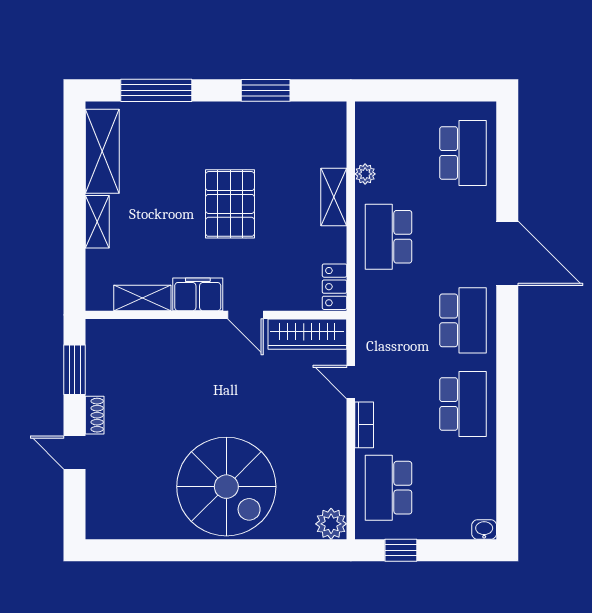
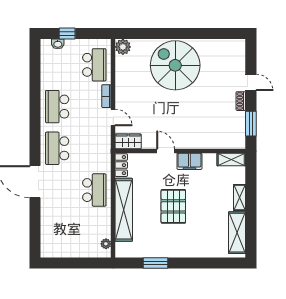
window: (156, 90) -> (210, 263), removed
school desk: (463, 153) -> (57, 232), removed
plant: (365, 174) -> (106, 244), moved
shelving: (334, 197) -> (124, 210), width x2.20, depth x1.33
shelving: (142, 298) -> (231, 159), moved
wardrobe: (307, 334) -> (128, 141), width x0.67
washbasin: (484, 530) -> (58, 44), moved
window: (401, 550) -> (67, 34), moved

